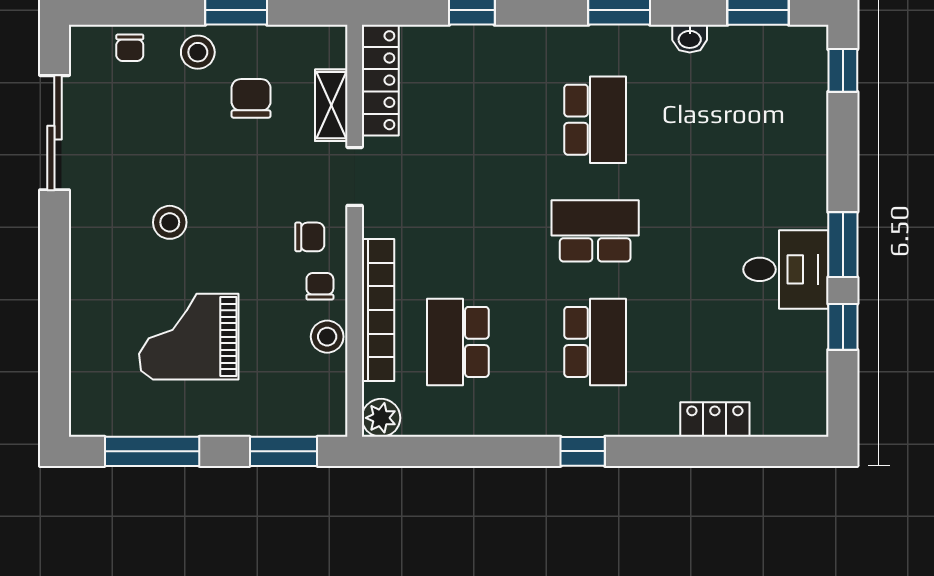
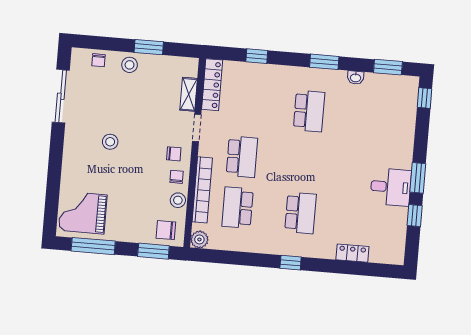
chair: (251, 98) -> (166, 230), moved, turned -90
school desk: (595, 231) -> (242, 157), moved, turned 90
grand piano: (189, 337) -> (83, 213), moved

